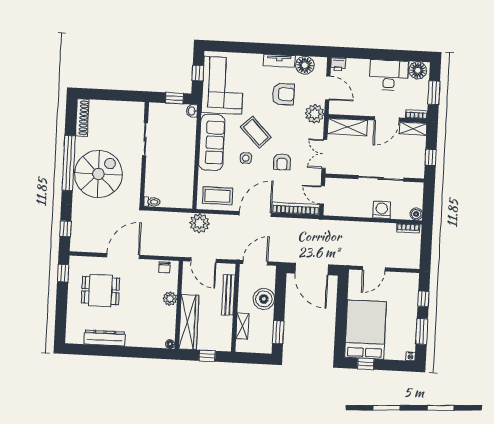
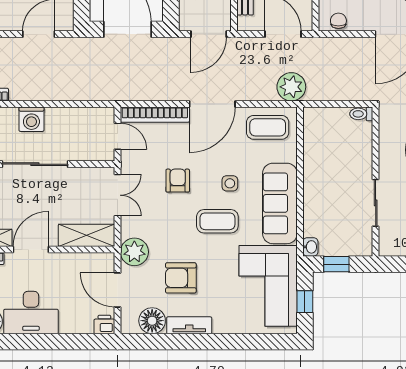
coffee table: (256, 132) -> (217, 221), turned -46

